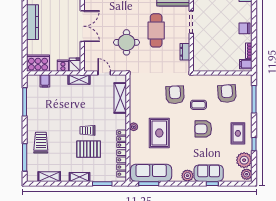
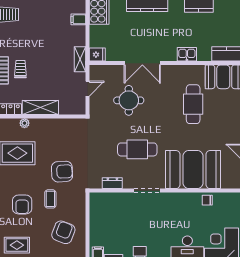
round table: (127, 42) -> (129, 100), moved
cooker: (63, 66) -> (96, 40), removed
armchair: (227, 94) -> (63, 232), turned -65
shelving: (120, 98) -> (40, 107), moved
armchair: (203, 129) -> (22, 204), turned 180

